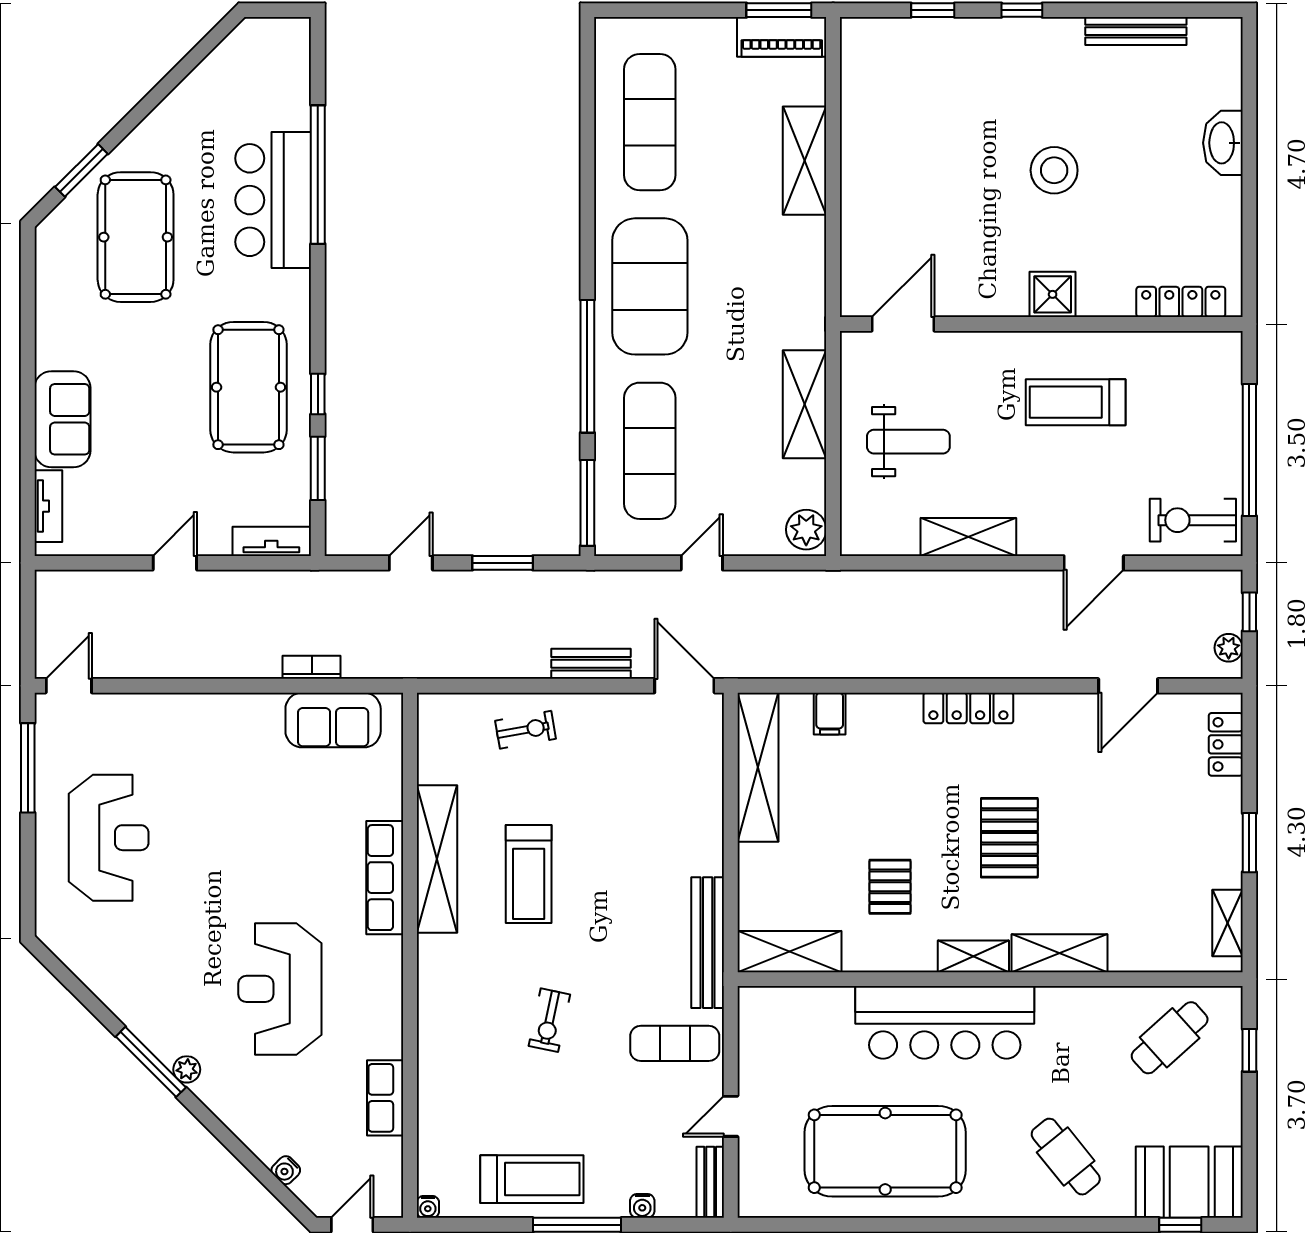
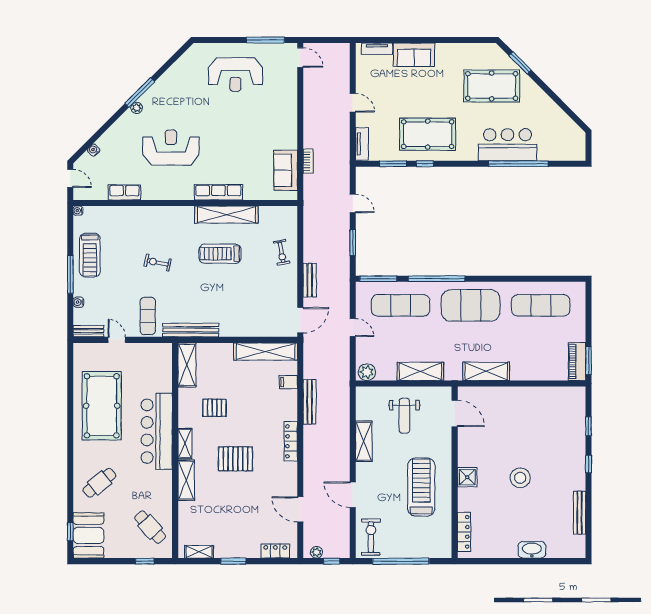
shelving: (805, 161) -> (486, 371), moved
treadmill: (1076, 402) -> (421, 487), width x1.37, depth x1.38
bench: (876, 664) -> (310, 402), added

